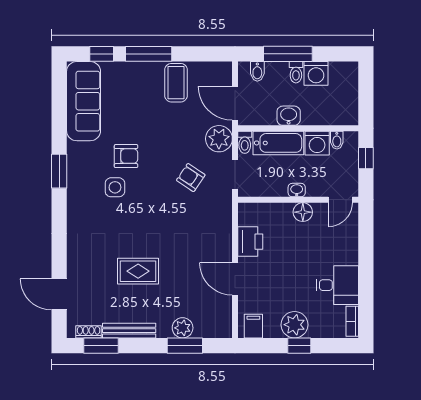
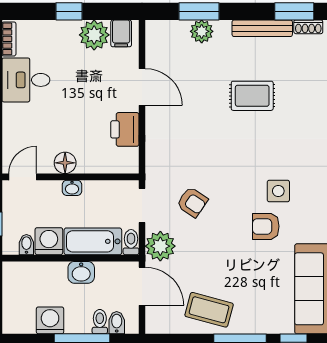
toilet: (296, 72) -> (100, 322), moved
coffee table: (176, 83) -> (209, 310), turned -75
plant: (294, 325) -> (94, 35), moved

